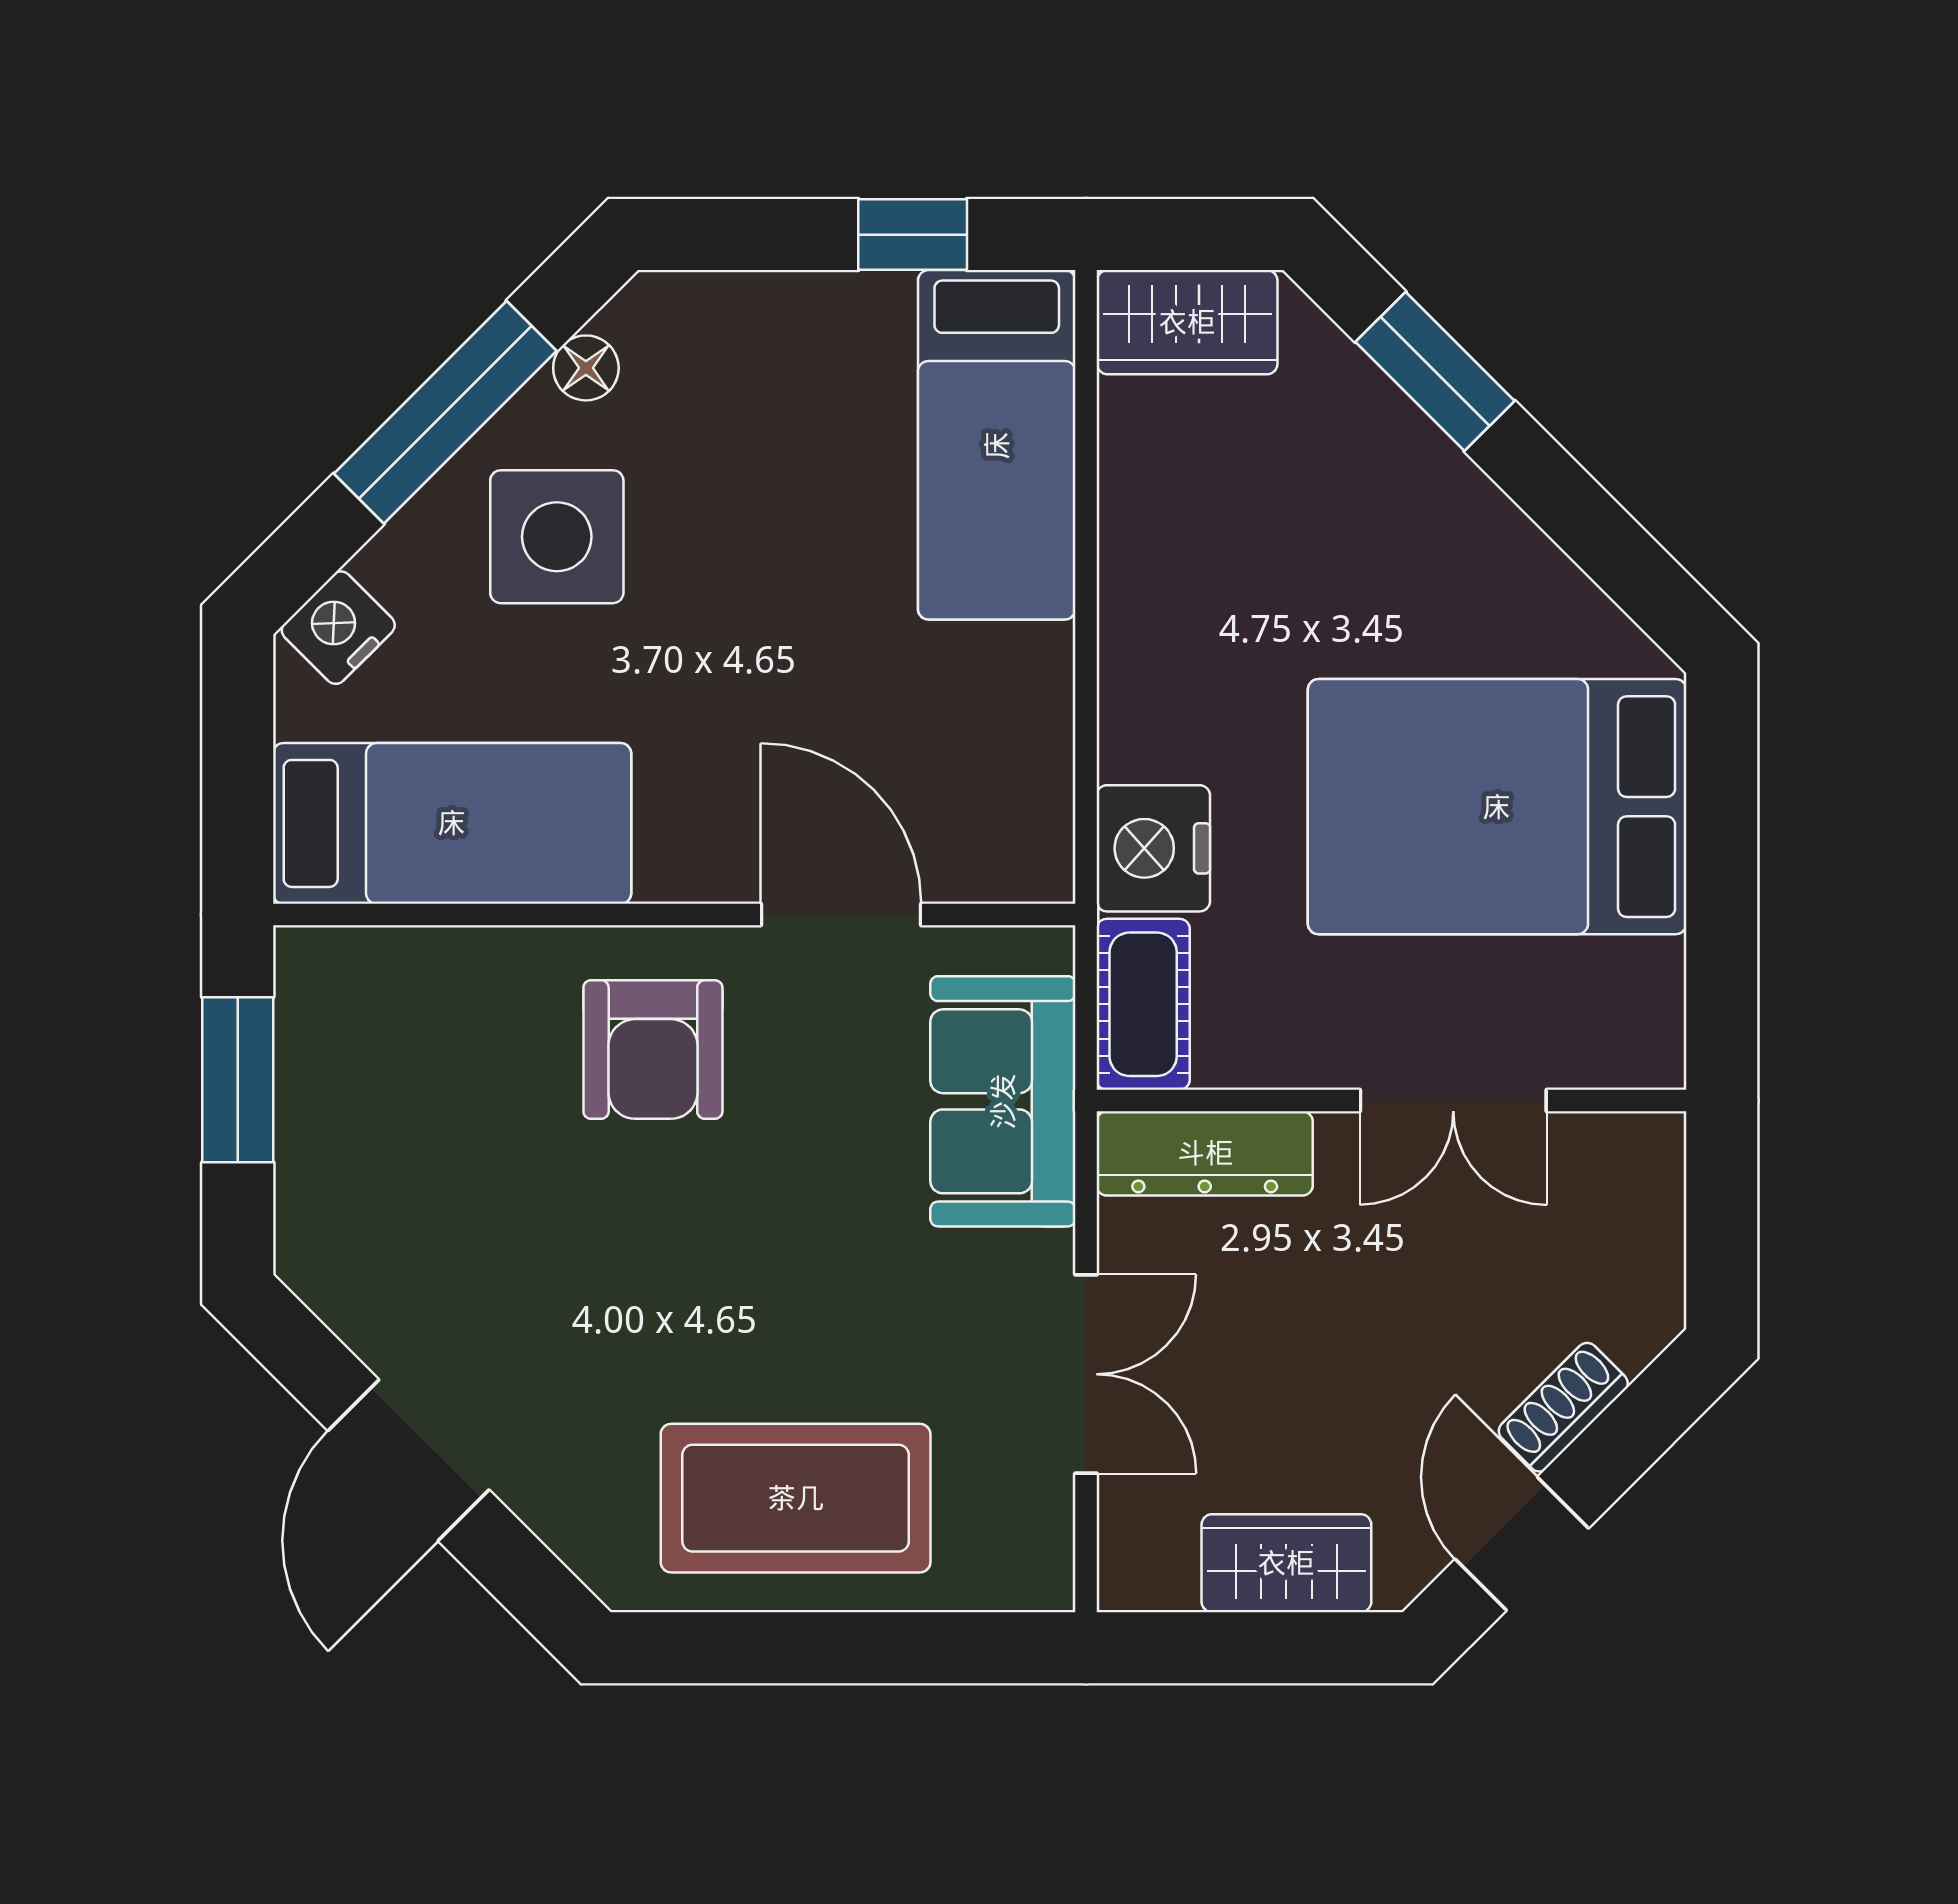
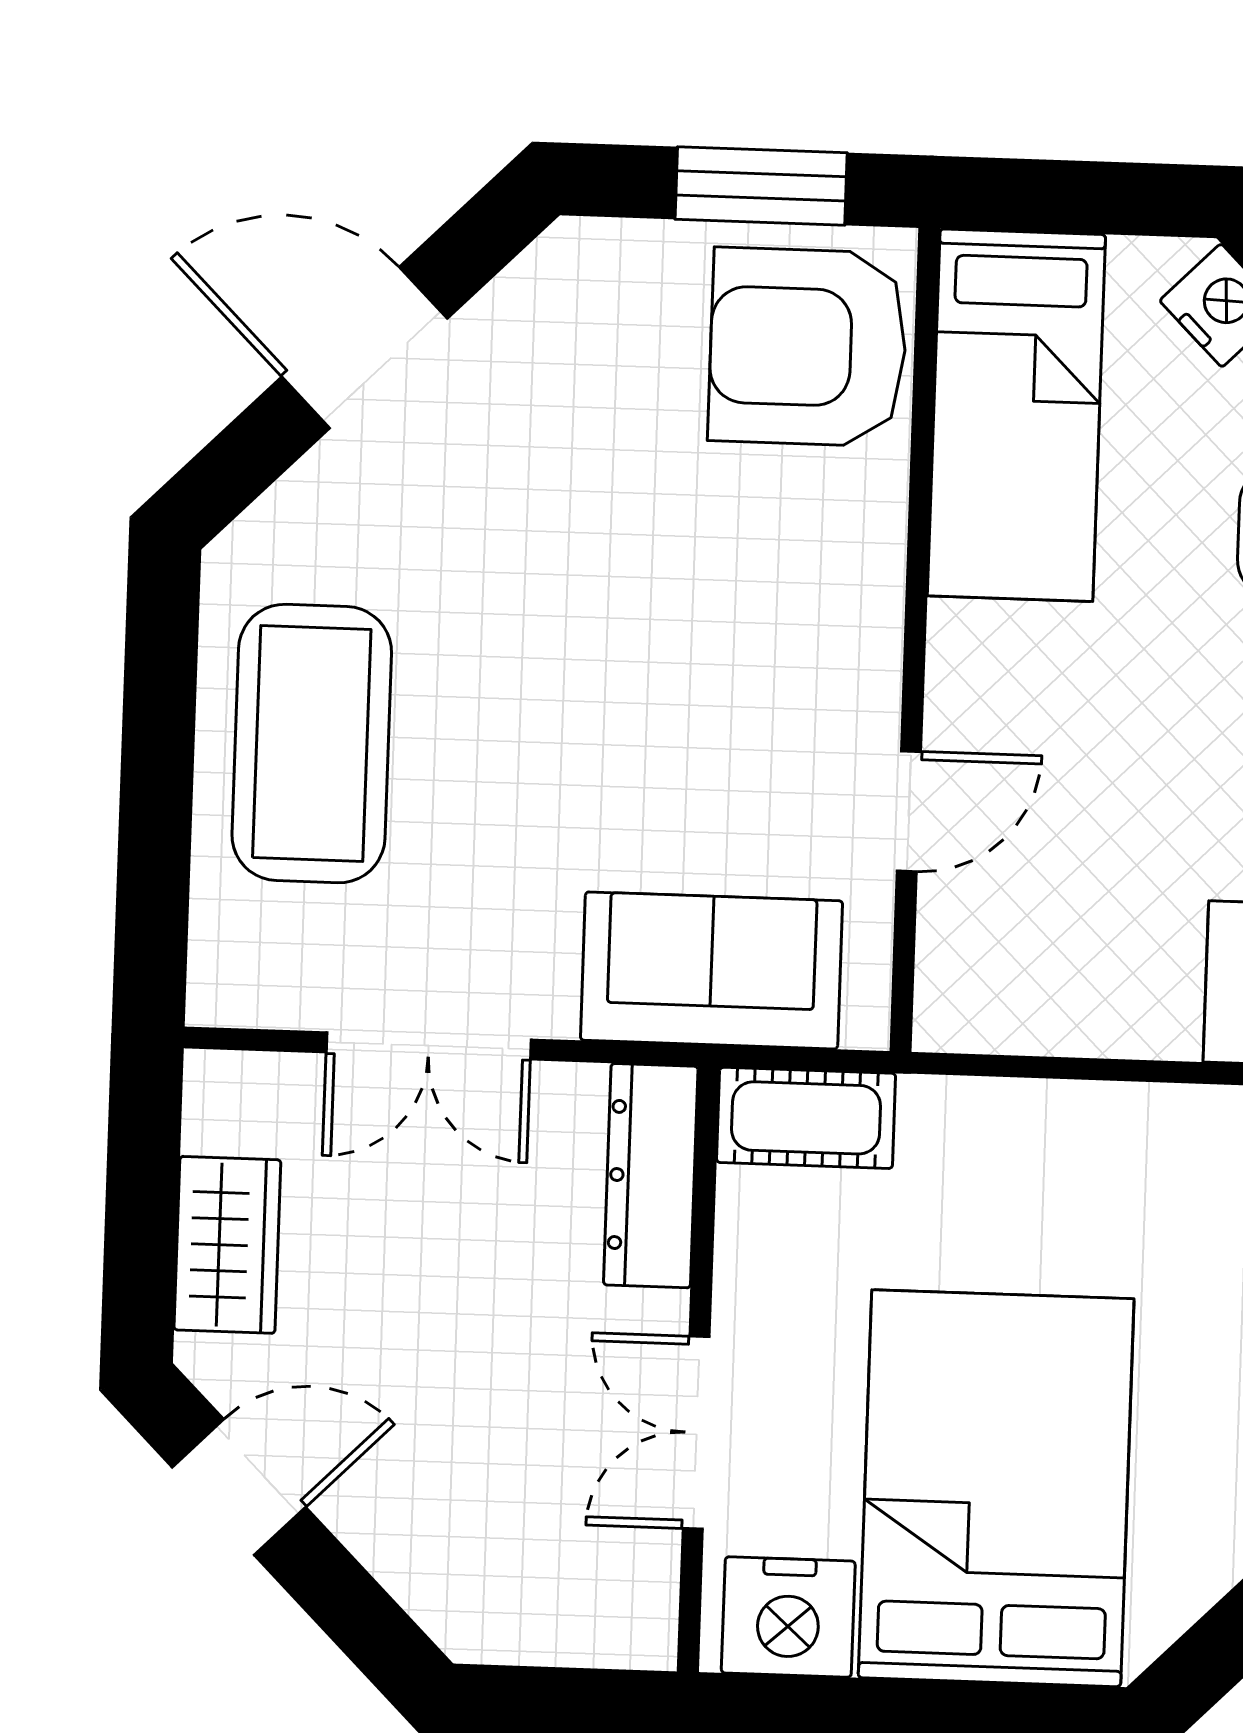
nightstand: (1153, 848) -> (788, 1617), moved, turned 180
door: (841, 915) -> (909, 811), width x0.73
armchair: (653, 1050) -> (808, 347), moved, width x1.36, depth x1.36
shoe rack: (1563, 1407) -> (377, 1535), removed

